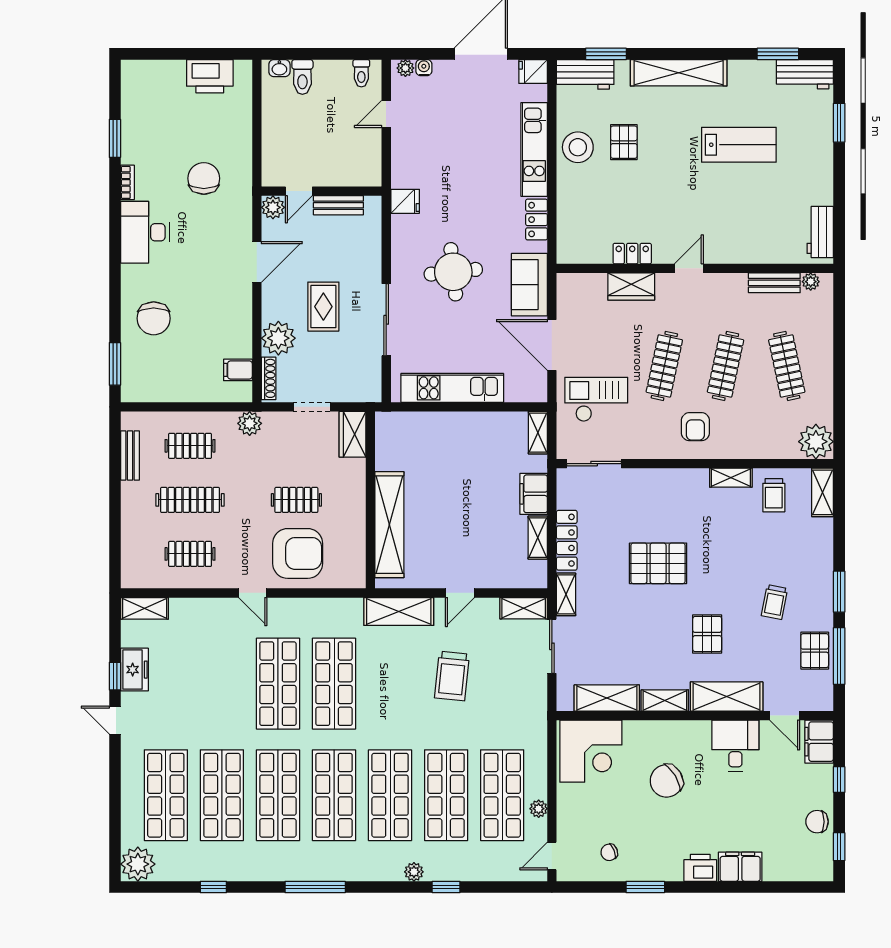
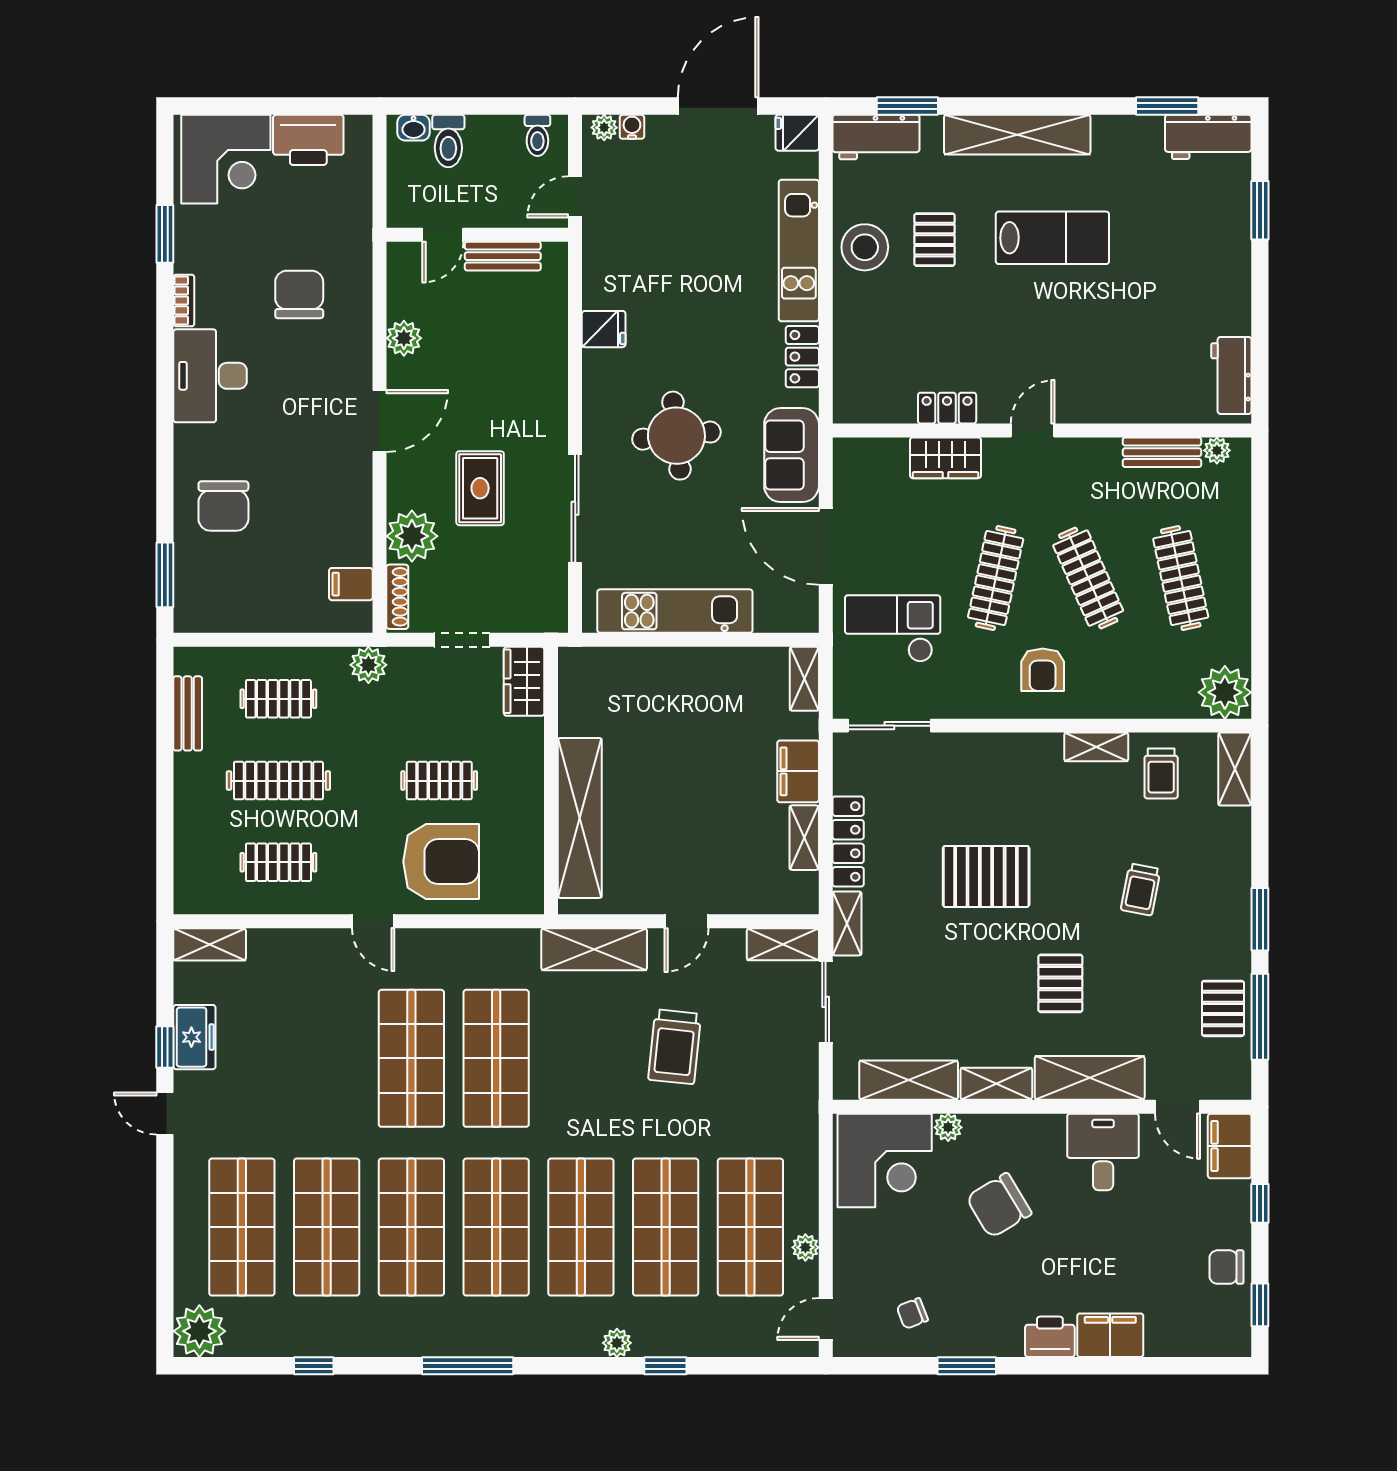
corner desk: (155, 89) -> (226, 159), added
lab bench: (739, 145) -> (1052, 238), moved
door: (299, 191) -> (443, 235), moved
wall: (322, 191) -> (477, 235), moved
bench: (338, 205) -> (503, 256), moved
clothes rail: (726, 366) -> (1088, 578), turned -36
trolley: (774, 602) -> (1141, 889), moved
plant: (633, 729) -> (948, 1127), added

